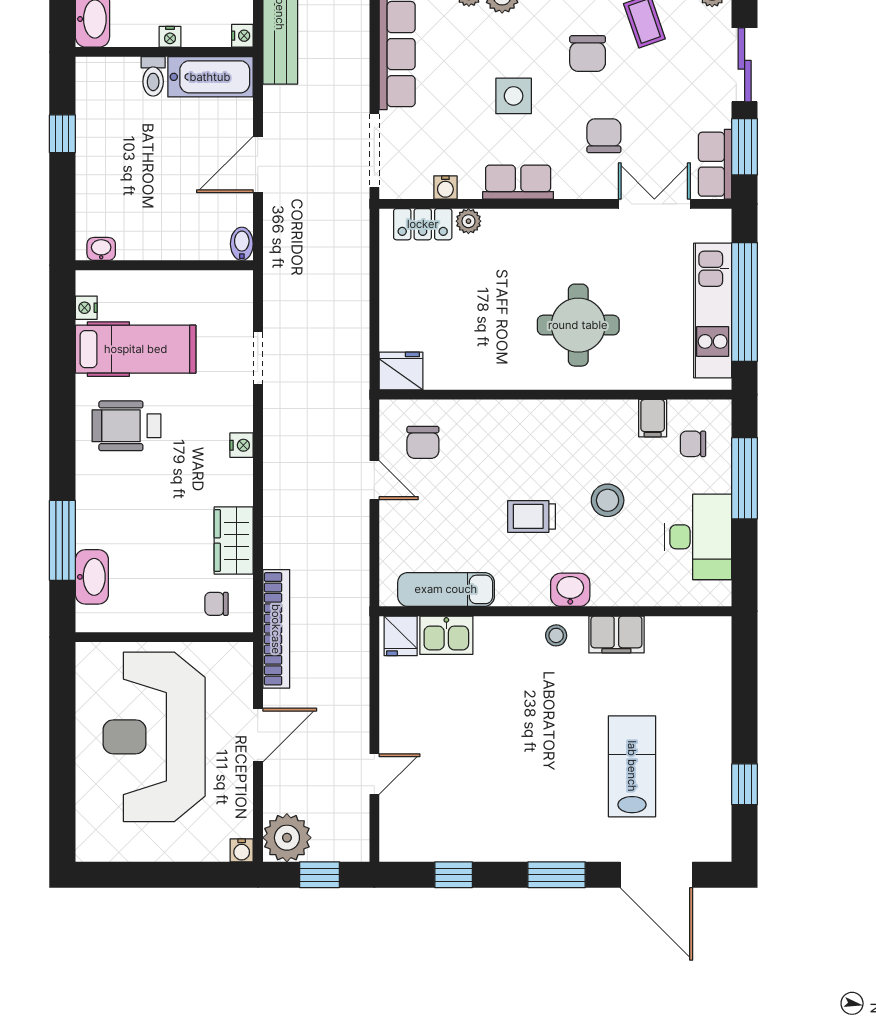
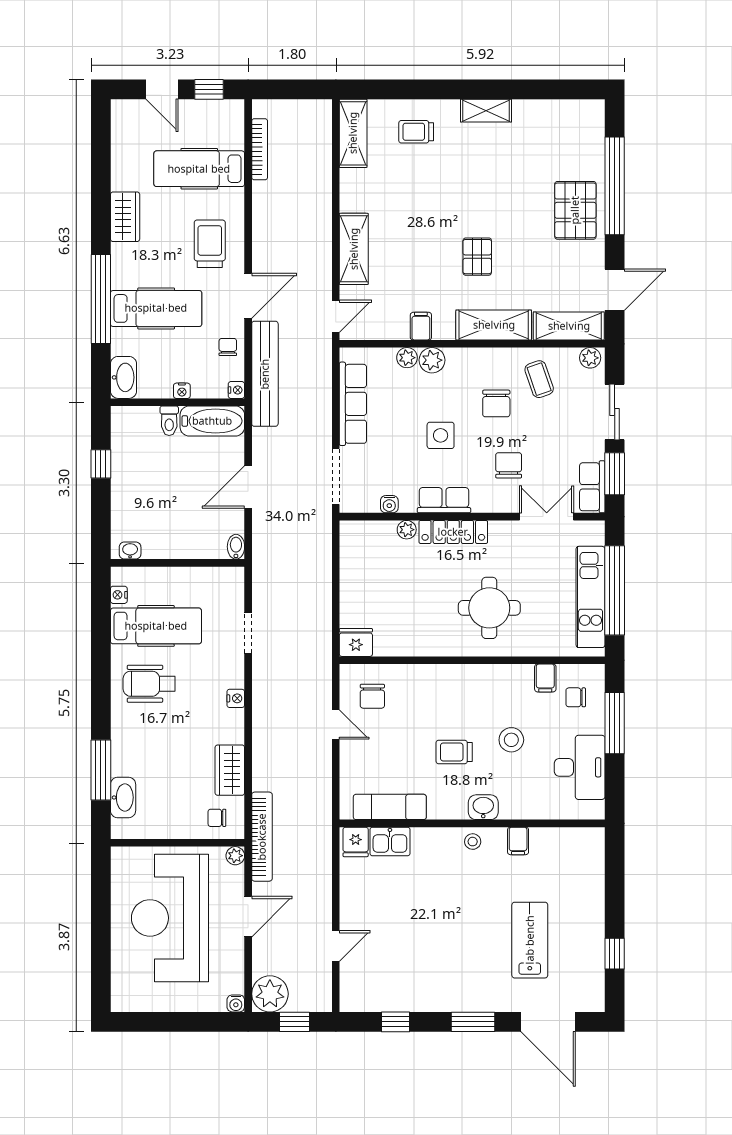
locker: (423, 224) -> (453, 532), moved, width x1.53
filing cabinet: (616, 635) -> (518, 841), width x0.50
plant: (241, 654) -> (235, 856), added

